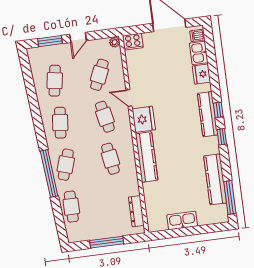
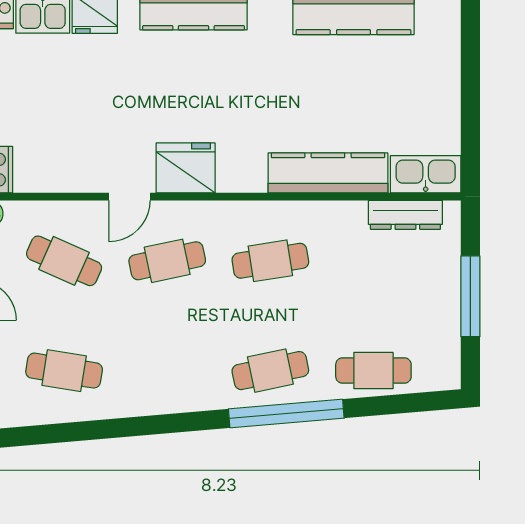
cafe table: (60, 123) -> (167, 371), removed
kitchen counter: (147, 157) -> (328, 173), moved
cafe table: (66, 165) -> (270, 371), turned -30
kitchen sink: (182, 220) -> (426, 174), moved, turned 90

